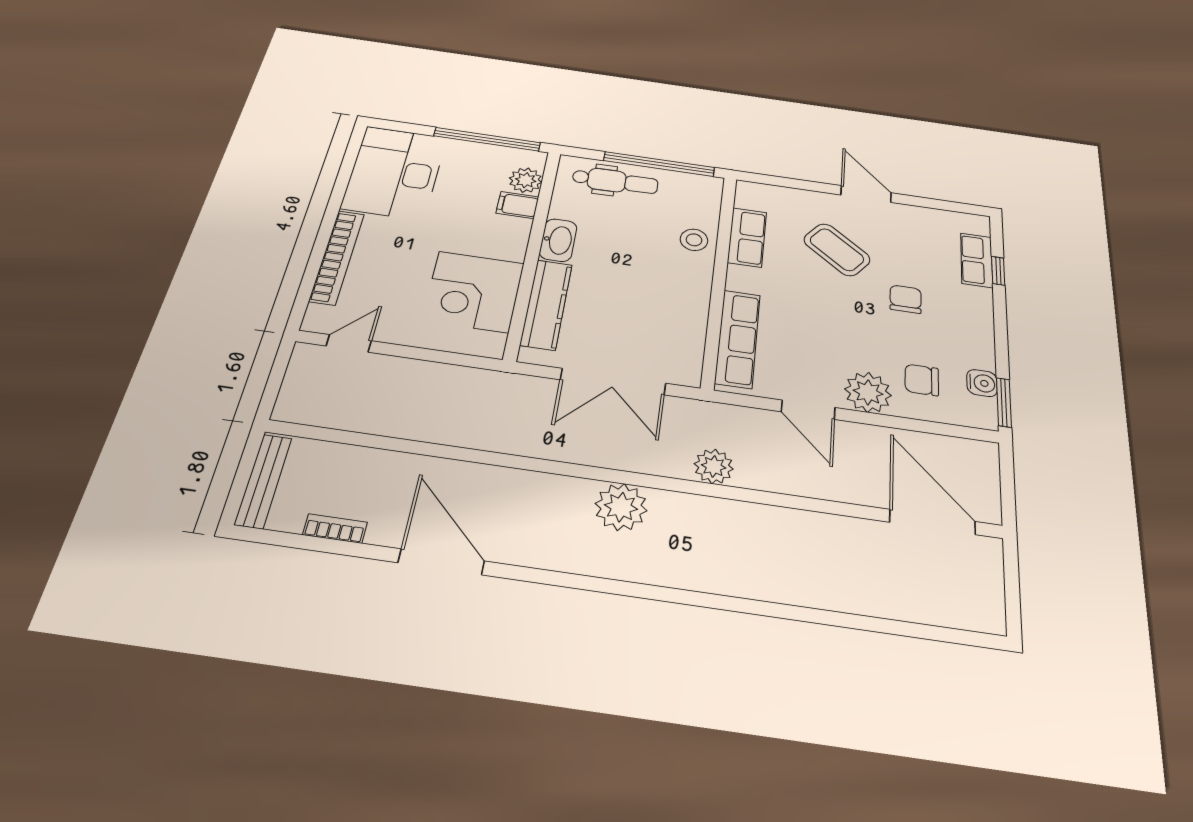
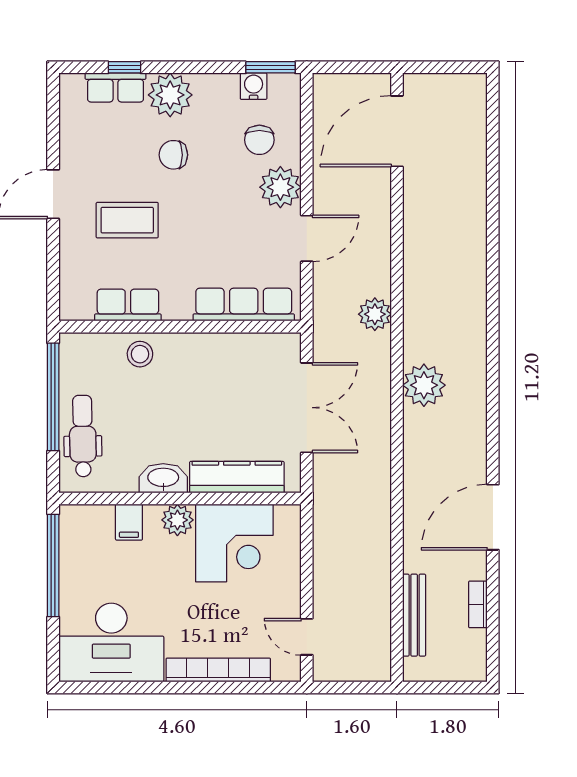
plant: (526, 180) -> (177, 520), moved
coffee table: (837, 250) -> (127, 220), turned 52
plant: (970, 306) -> (170, 95), added
bench: (263, 481) -> (414, 615), moved, turned 90

